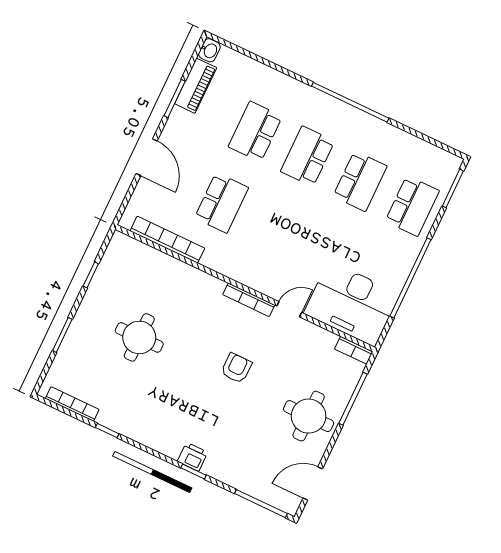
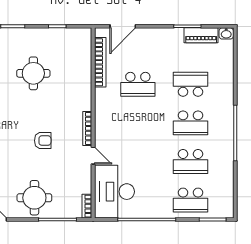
school desk: (308, 156) -> (190, 123), turned 180
door: (147, 157) -> (123, 26), moved

